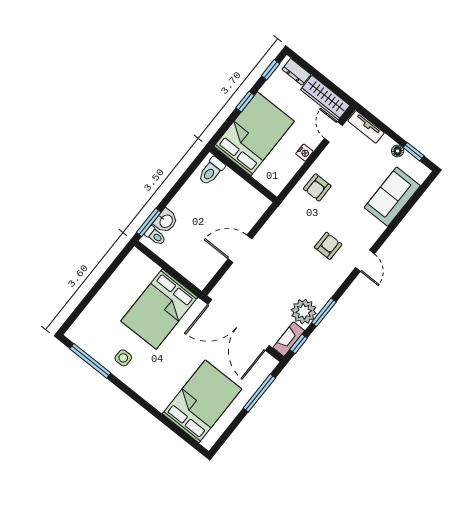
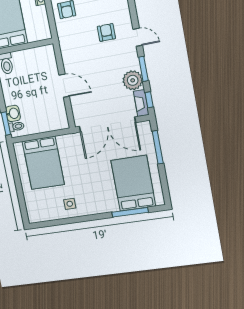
door: (240, 249) -> (64, 86), swing flipped
door: (365, 261) -> (138, 37), moved
bed: (159, 309) -> (43, 163), moved
window: (90, 361) -> (130, 212), moved

